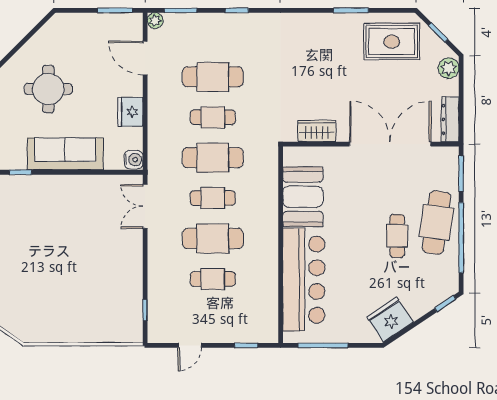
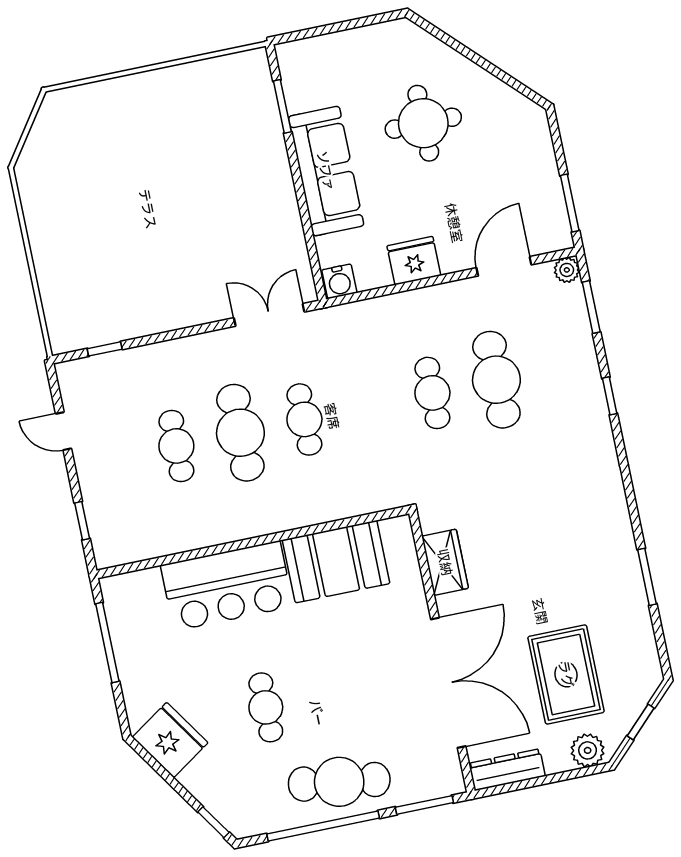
rug: (392, 42) -> (566, 674), moved
cafe table: (213, 158) -> (368, 406), removed
window: (21, 172) -> (282, 106), width x1.50
cafe table: (397, 236) -> (266, 707), moved, turned 90
bar counter: (304, 280) -> (227, 586), width x0.73

